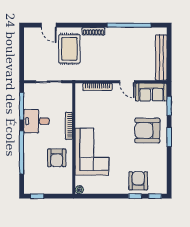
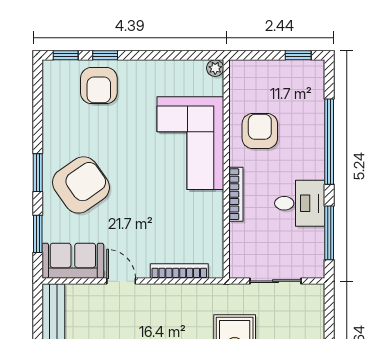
armchair: (147, 130) -> (81, 185), turned -35

